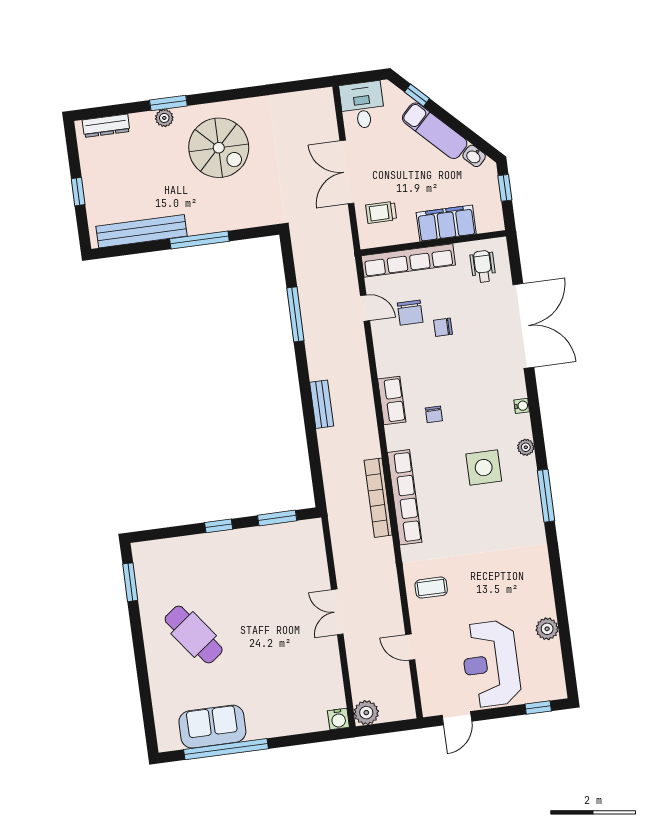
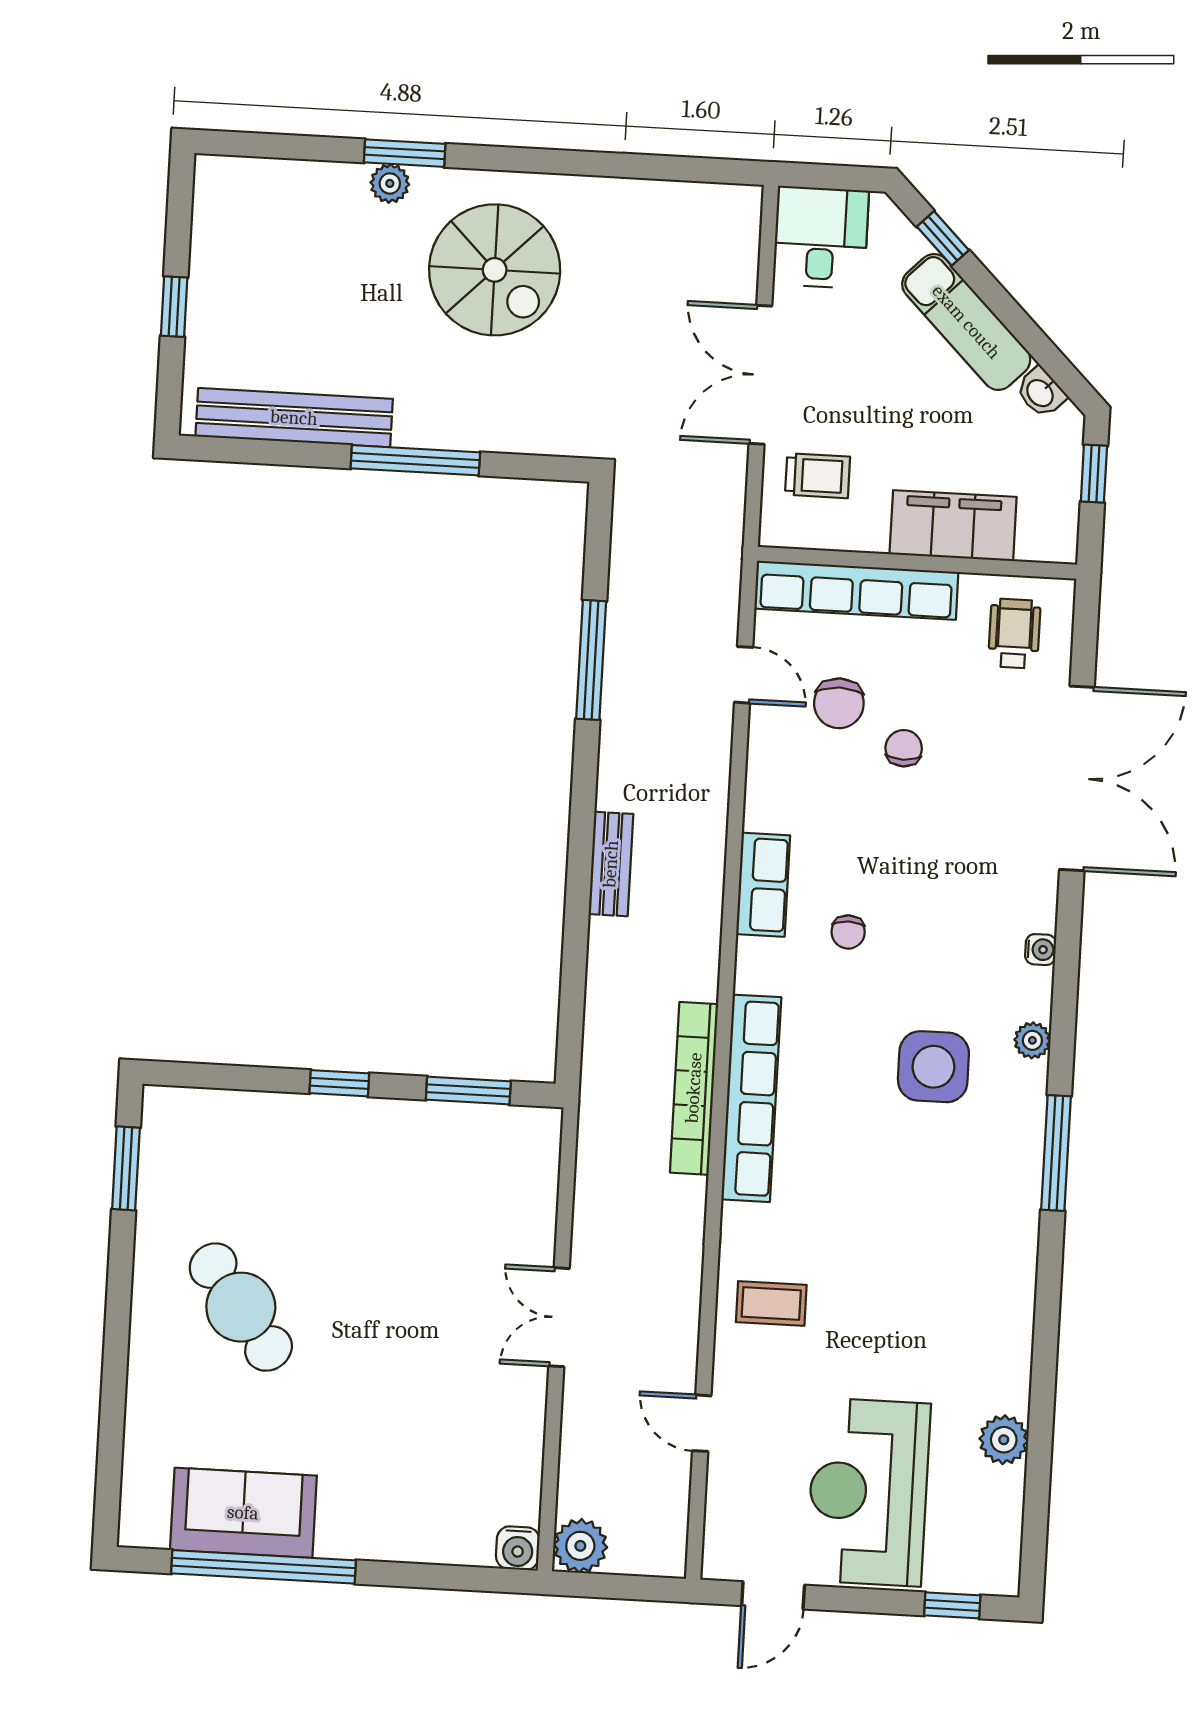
dresser: (106, 126) -> (261, 176), removed
trolley: (381, 212) -> (818, 476), turned 180
chair: (443, 327) -> (904, 748), turned 90

